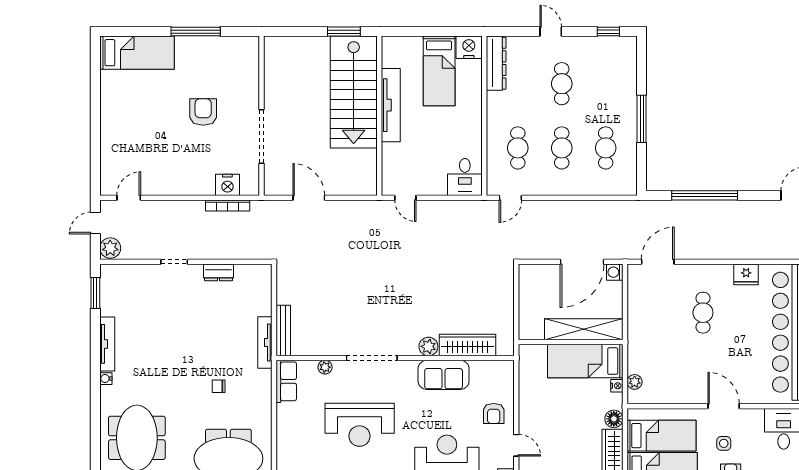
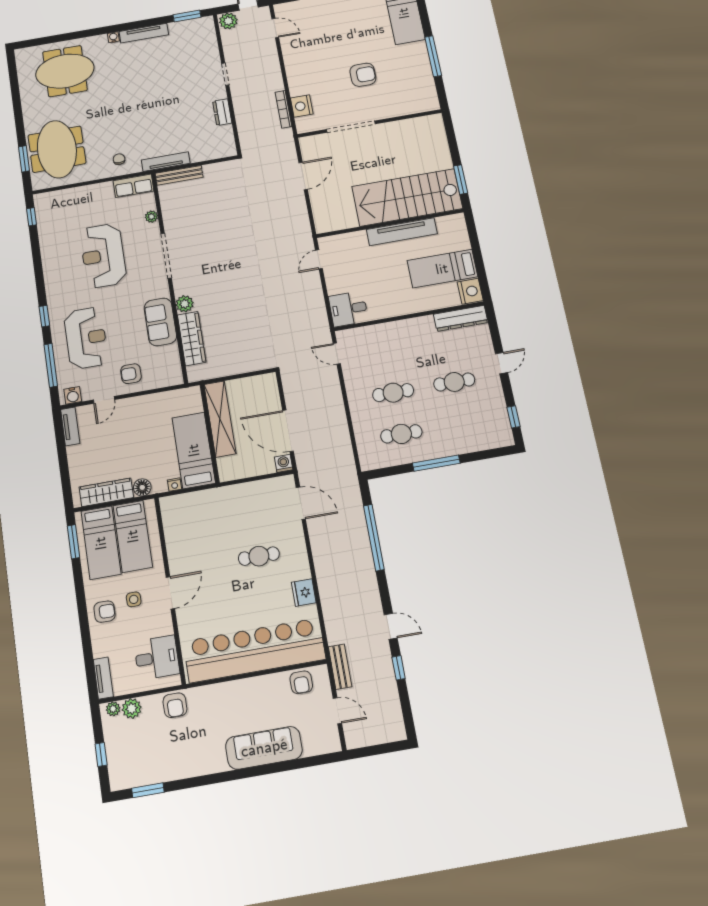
cafe table: (518, 148) -> (385, 352), removed
shelving: (584, 329) -> (220, 419), moved
plant: (635, 382) -> (181, 501), removed
chair: (219, 386) -> (119, 159), moved

